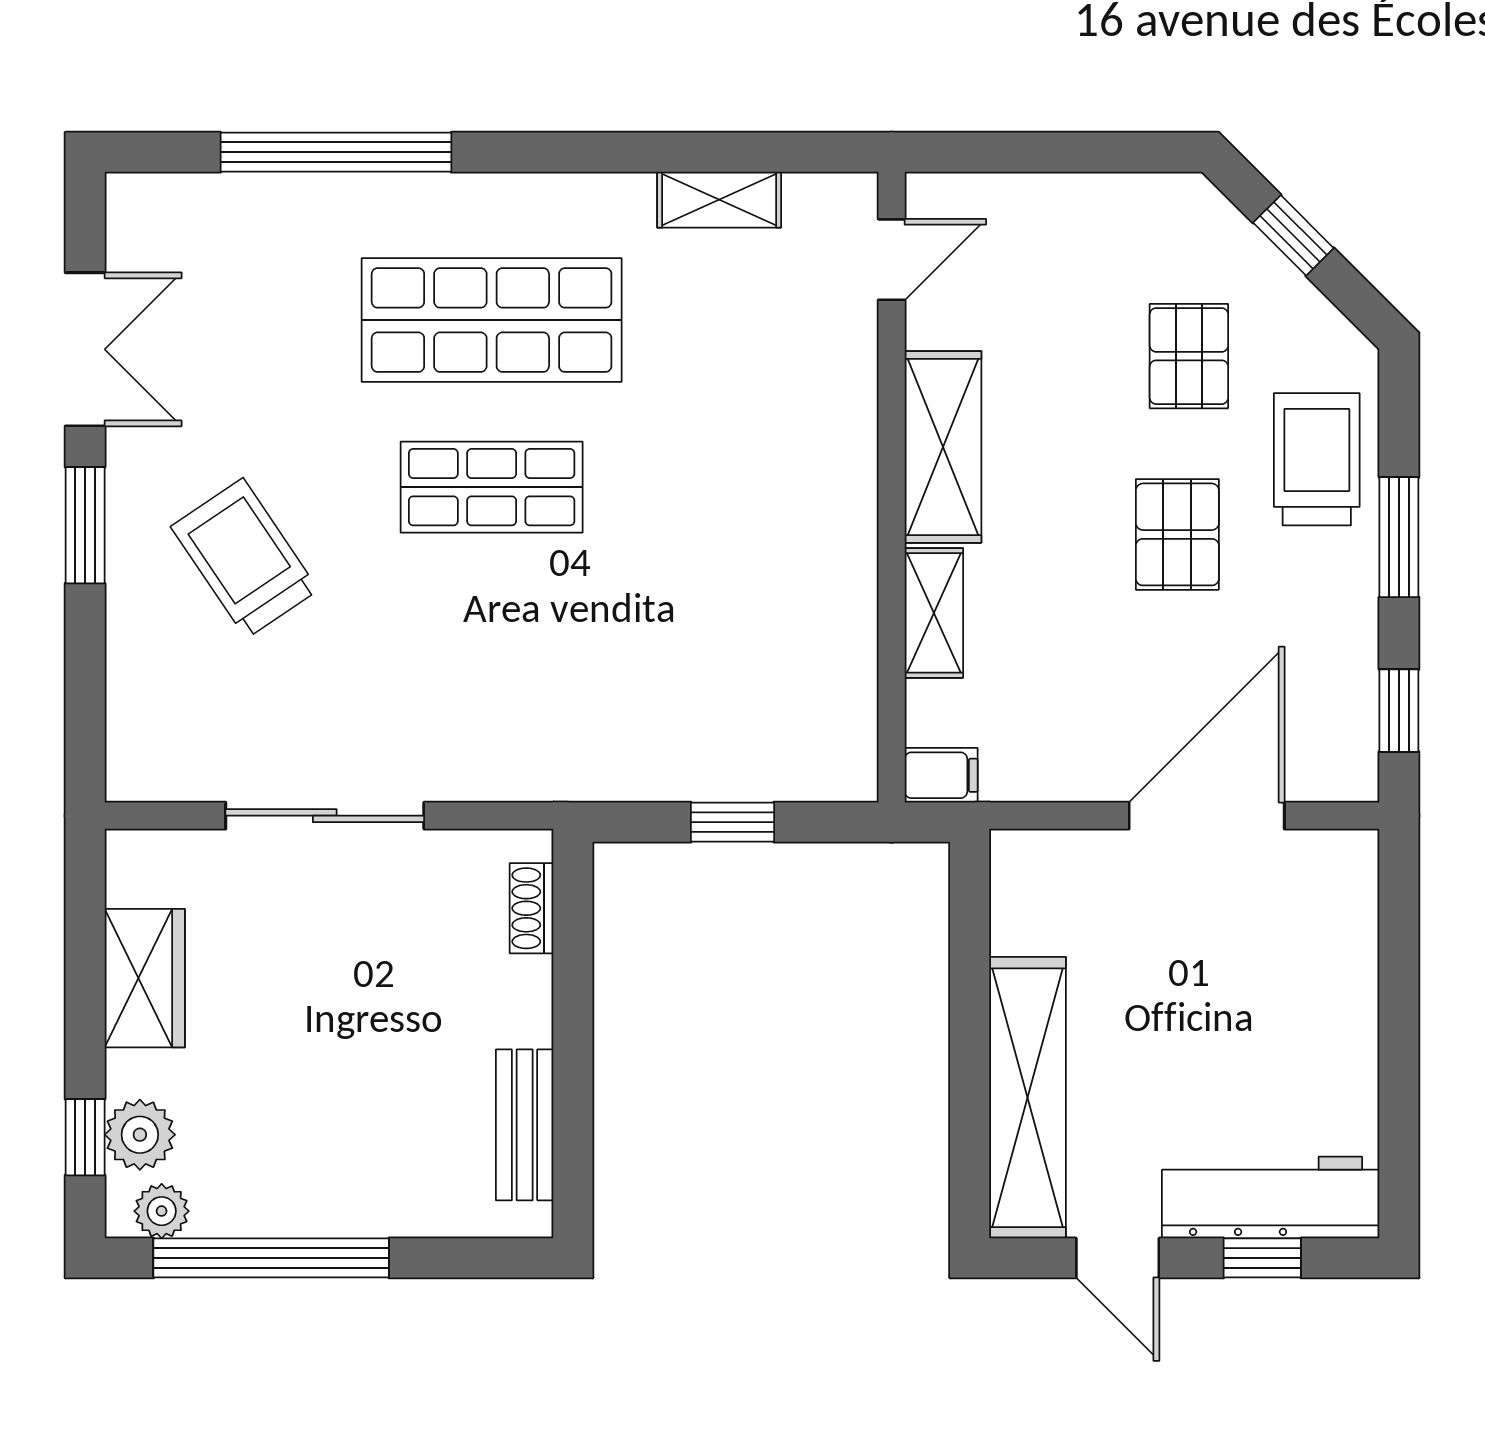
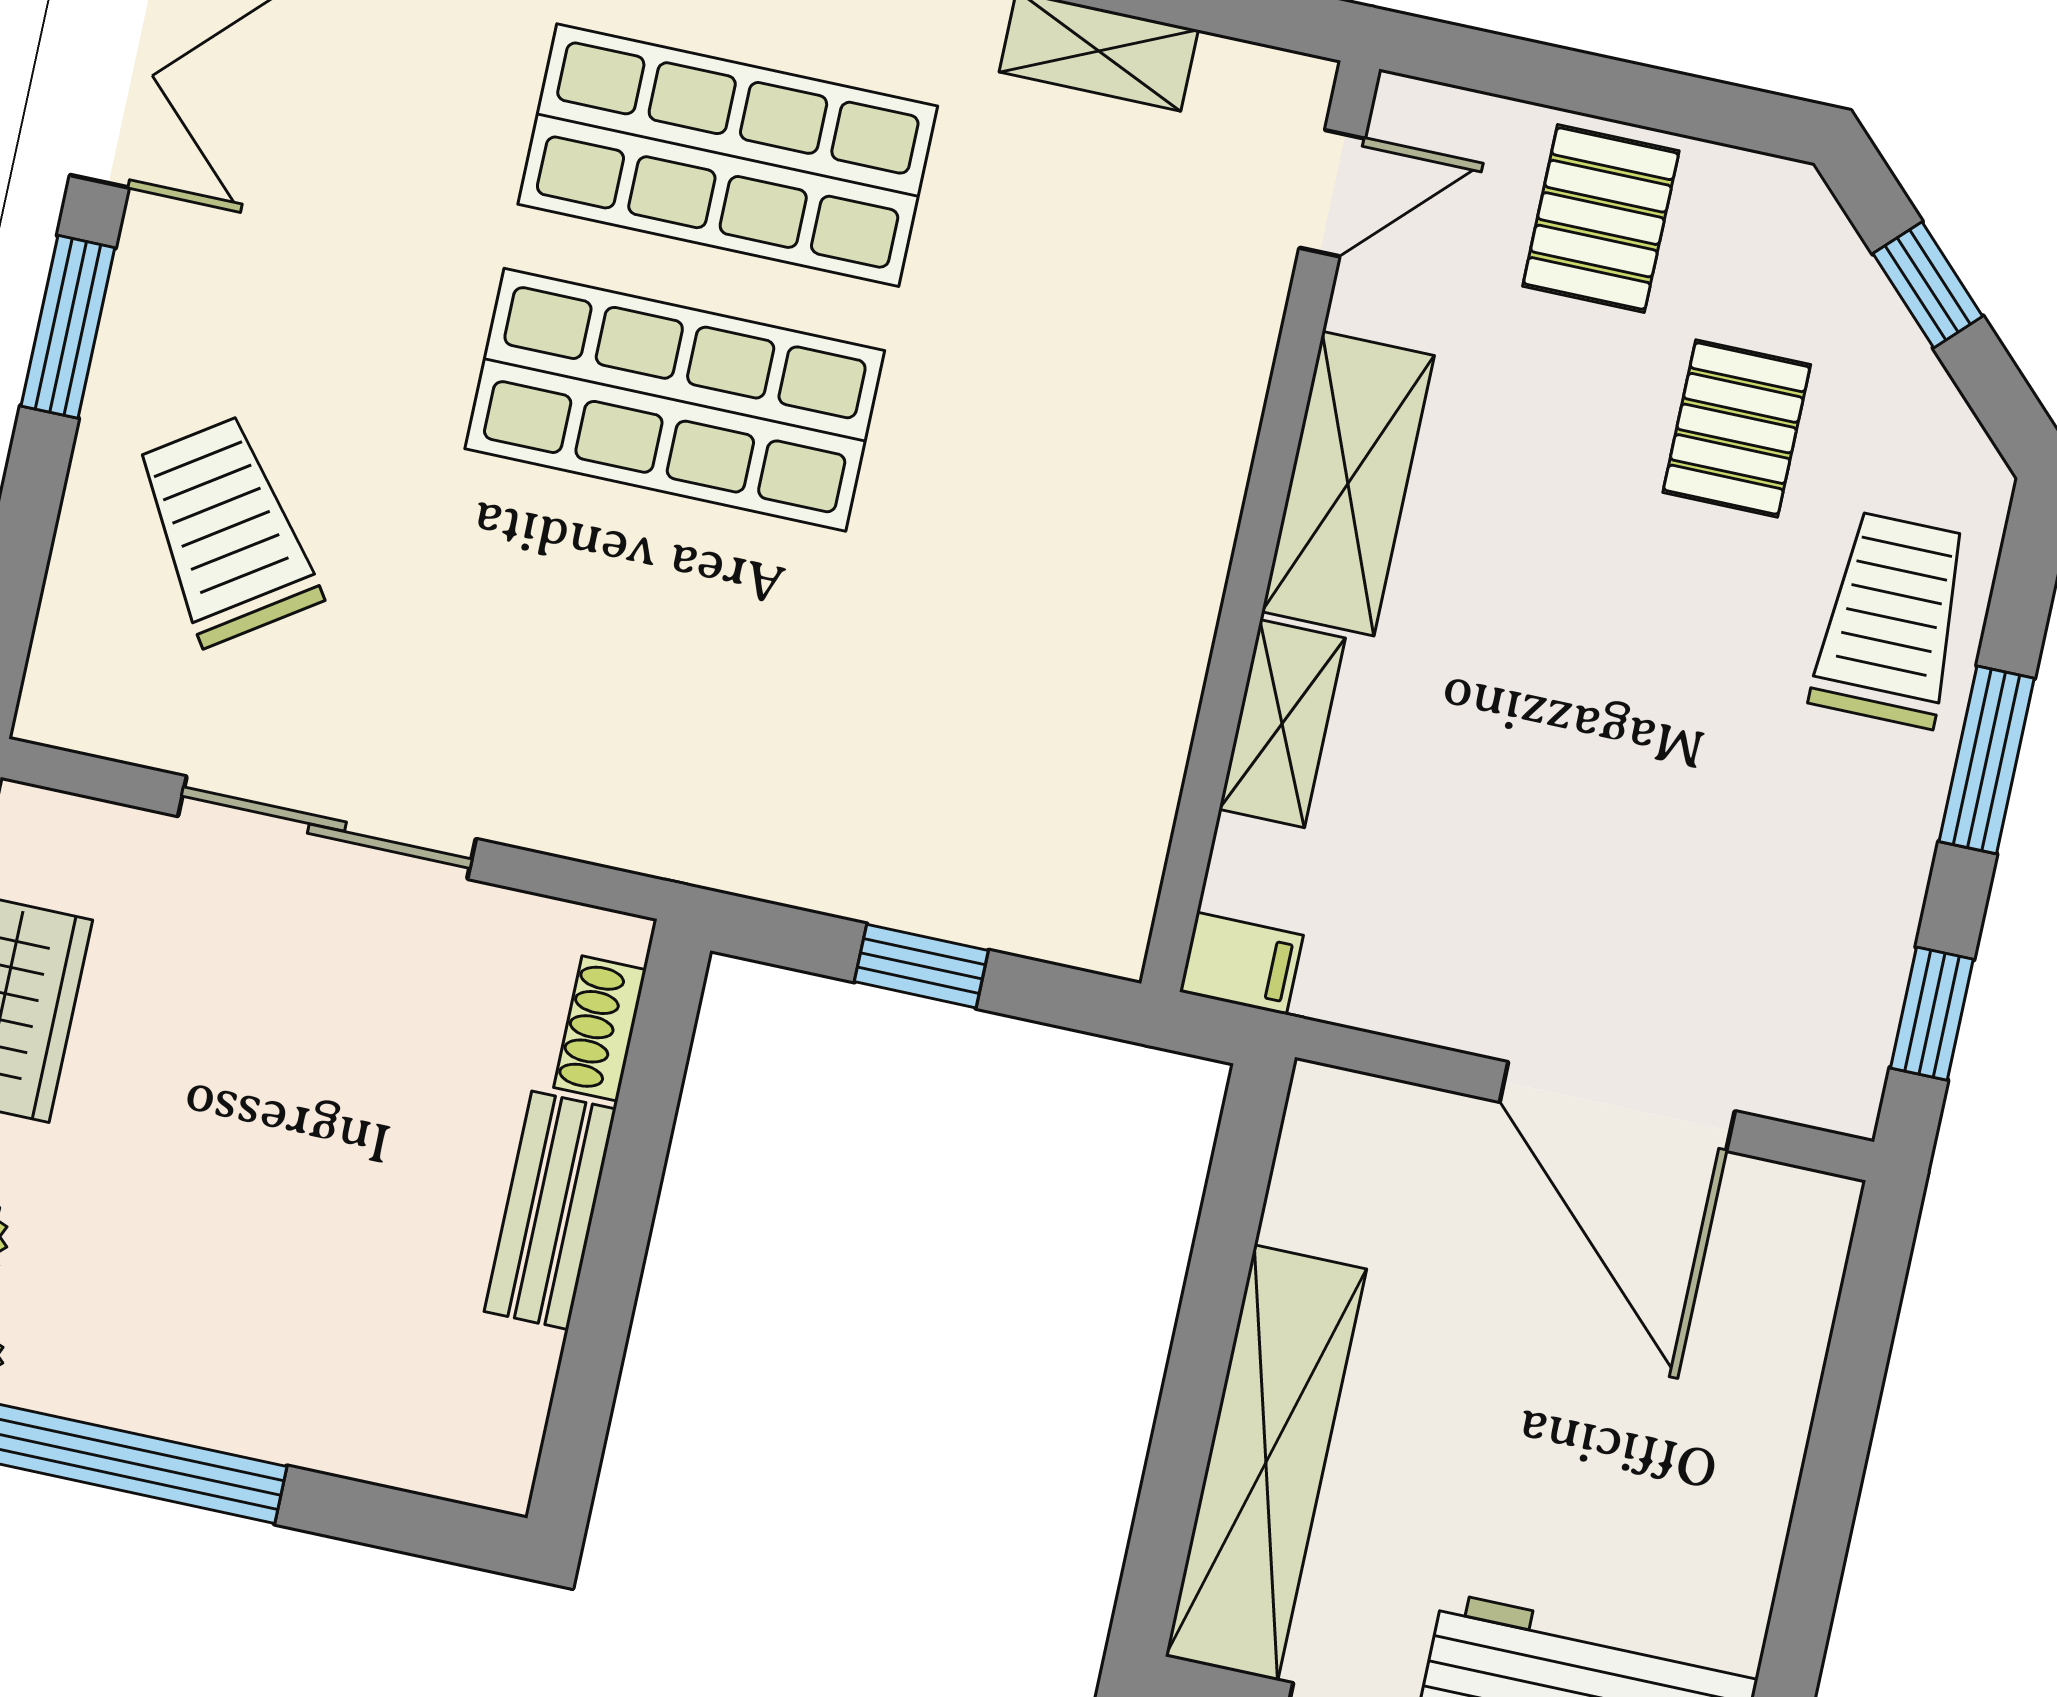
shop shelf: (492, 487) -> (675, 400), width x1.43, depth x1.36
pallet: (1177, 534) -> (1601, 219), moved
trolley: (245, 558) -> (226, 531), moved
door: (1207, 816) -> (1617, 1107), swing flipped
bench: (525, 1125) -> (550, 1210), moved

